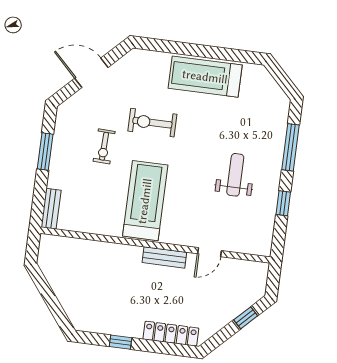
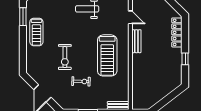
window: (236, 55) -> (23, 17), added
treadmill: (205, 77) -> (36, 32), width x0.73, depth x0.73
treadmill: (145, 201) -> (107, 55), turned -90

